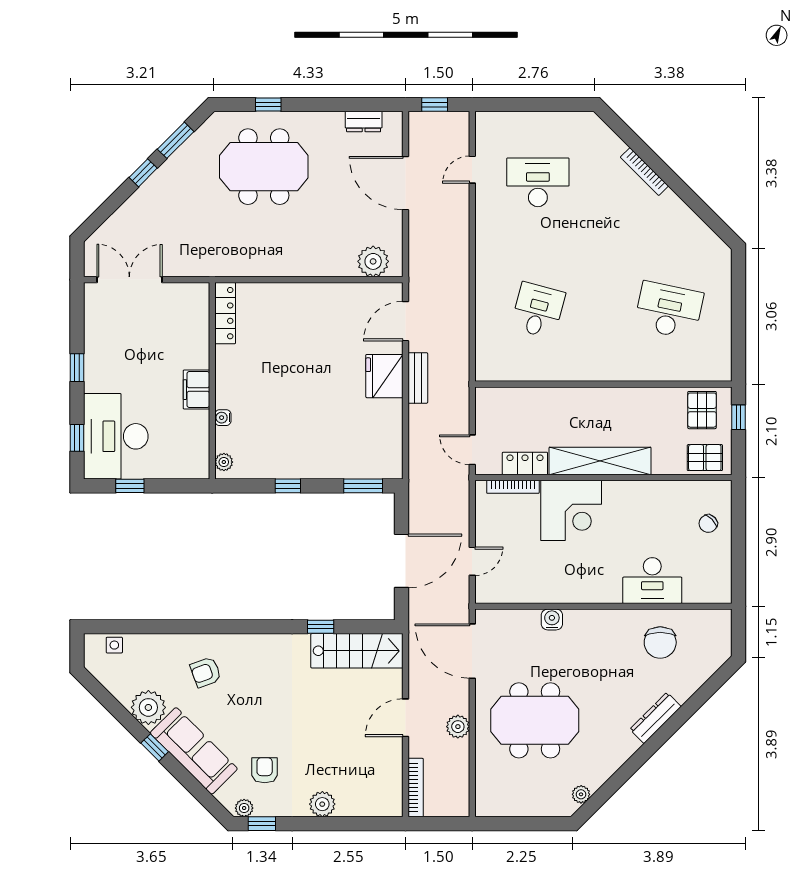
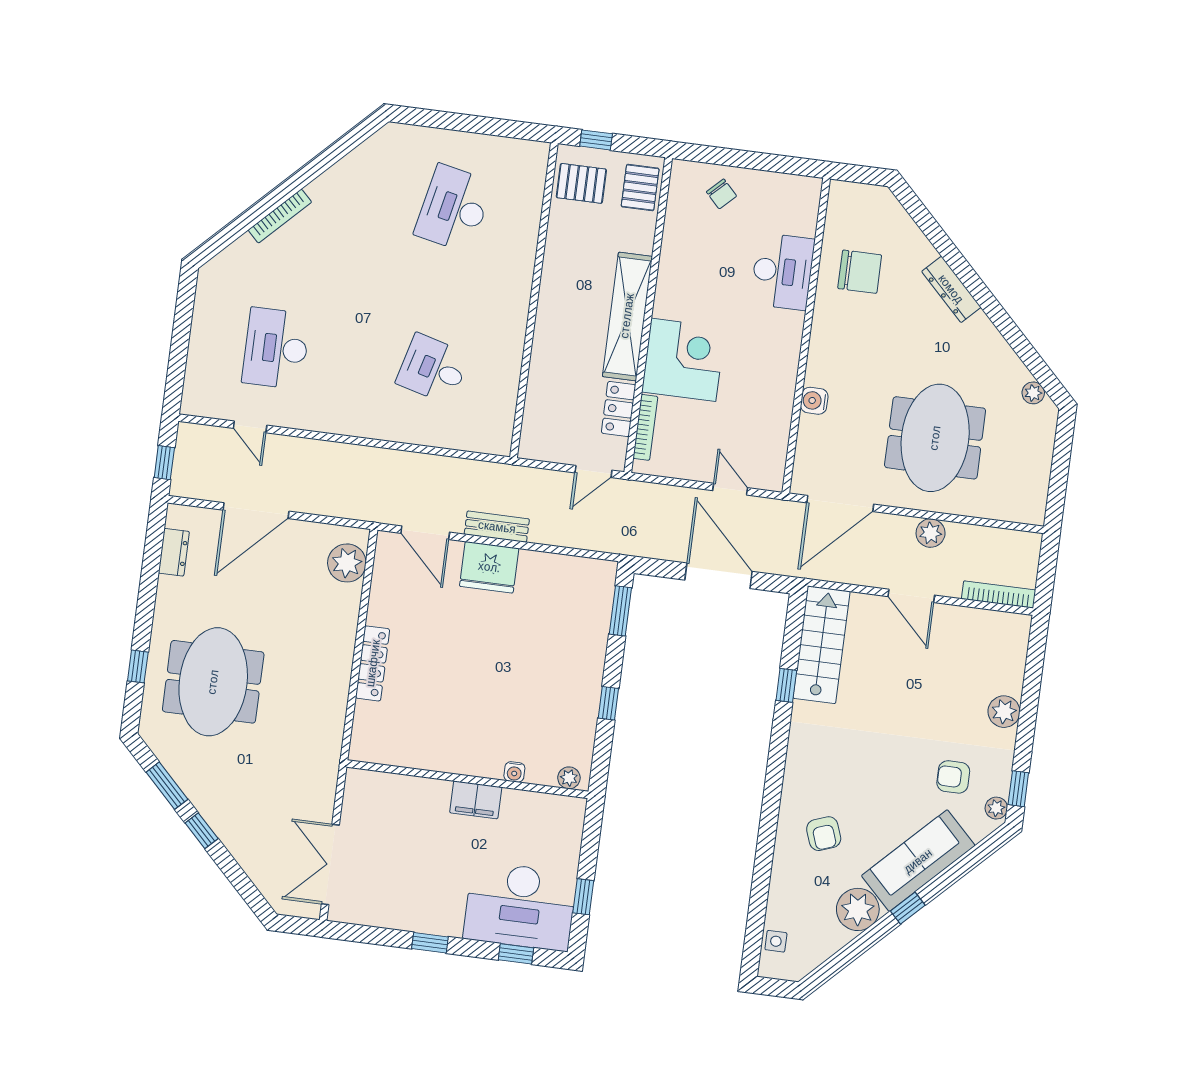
locker: (225, 313) -> (373, 663), moved, turned 90

